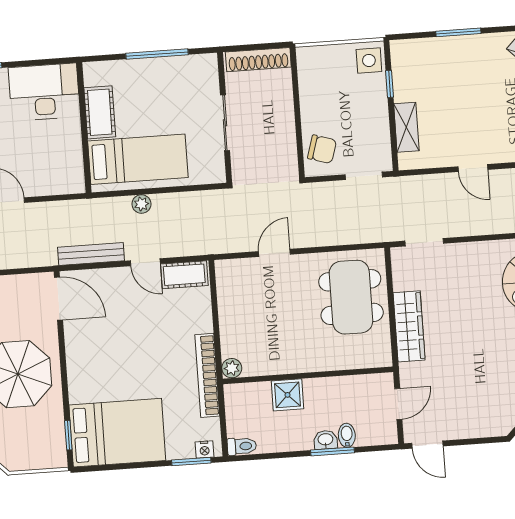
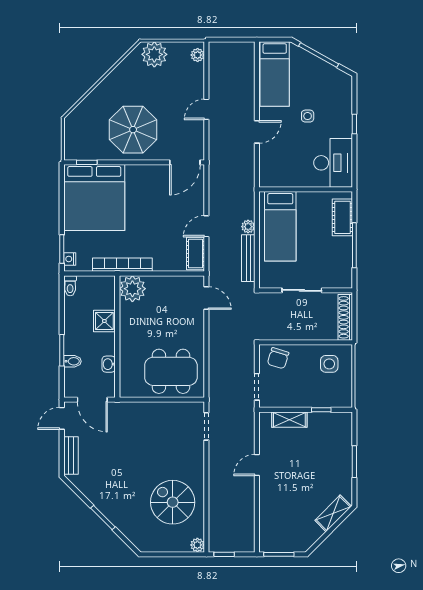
side table: (369, 60) -> (329, 364), moved
cot: (100, 112) -> (342, 217), moved, turned 90
door: (274, 253) -> (206, 298), moved
bench: (91, 254) -> (248, 258), moved
wardrobe: (409, 326) -> (147, 411), removed
plant: (232, 368) -> (132, 289), width x1.87, depth x1.87
door: (398, 404) -> (92, 400), width x1.38
bench: (478, 428) -> (71, 455), added
bed: (117, 433) -> (94, 198), width x1.36
washbasin: (325, 440) -> (109, 364), moved, turned 180

